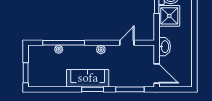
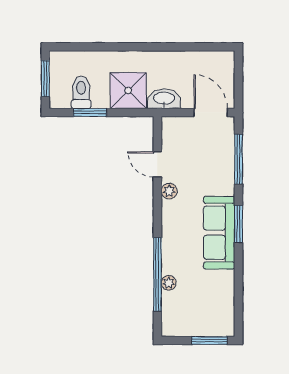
shower: (169, 16) -> (128, 91), moved
plant: (101, 50) -> (169, 191), moved
door: (157, 73) -> (211, 112), hinge flipped

